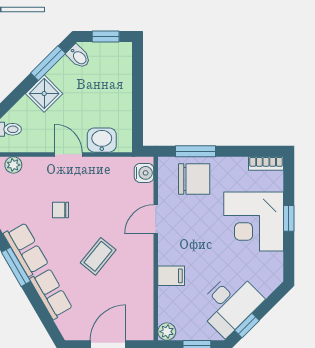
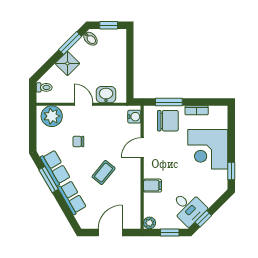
bookcase: (266, 164) -> (197, 110), moved
plant: (13, 165) -> (52, 116), width x1.88, depth x1.88
window: (289, 218) -> (231, 171), moved
desk: (230, 304) -> (188, 208), width x0.73

